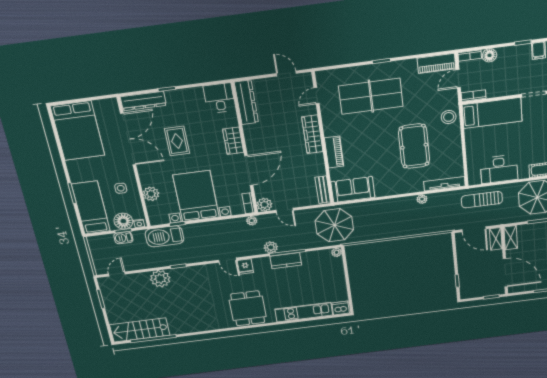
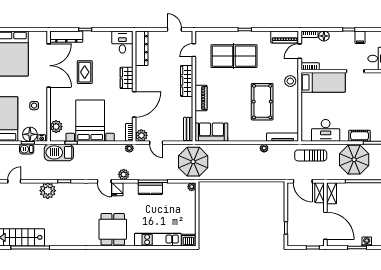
plant: (151, 194) -> (56, 127), moved
plant: (271, 247) -> (124, 174), moved

